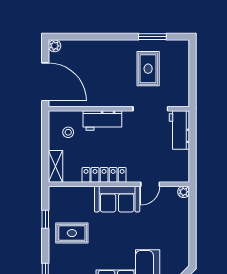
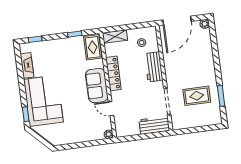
rug: (72, 233) -> (93, 47), moved

